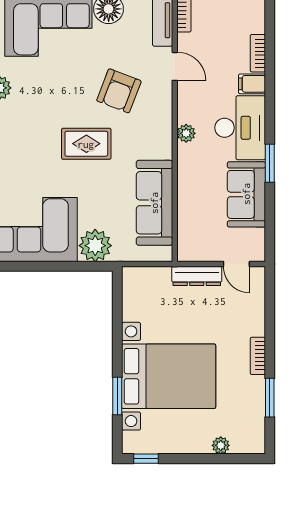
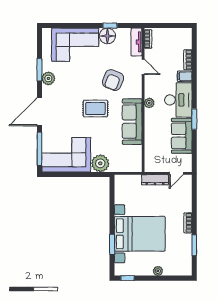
sofa: (154, 203) -> (132, 122), moved
door: (236, 264) -> (176, 173), hinge flipped
plant: (221, 445) -> (158, 271), moved

